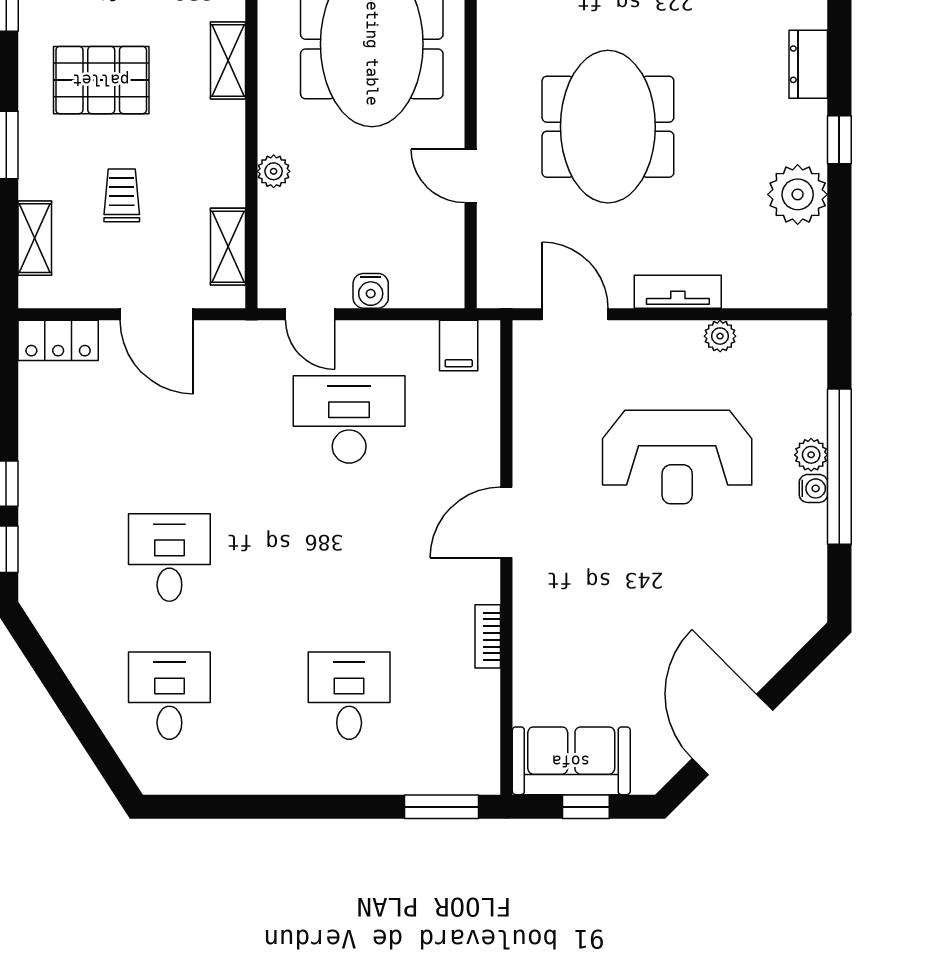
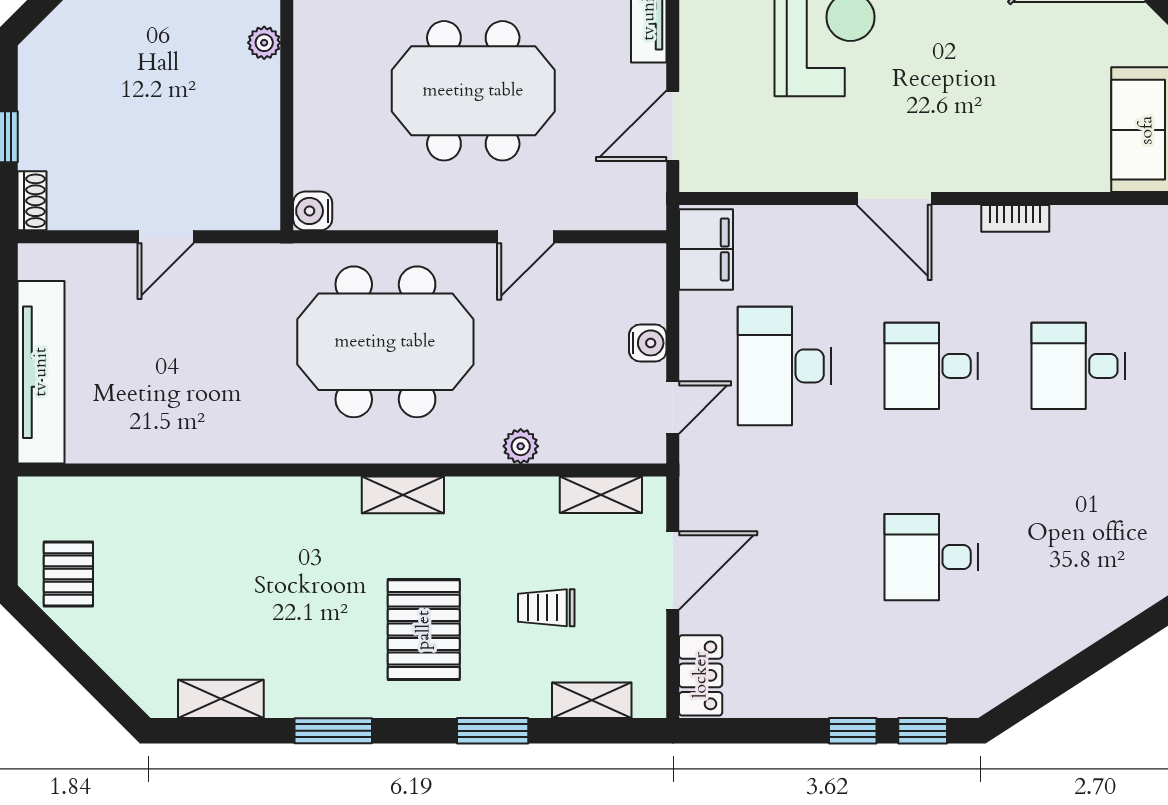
filing cabinet: (459, 346) -> (706, 249), width x2.00
desk: (169, 696) -> (931, 366), moved

